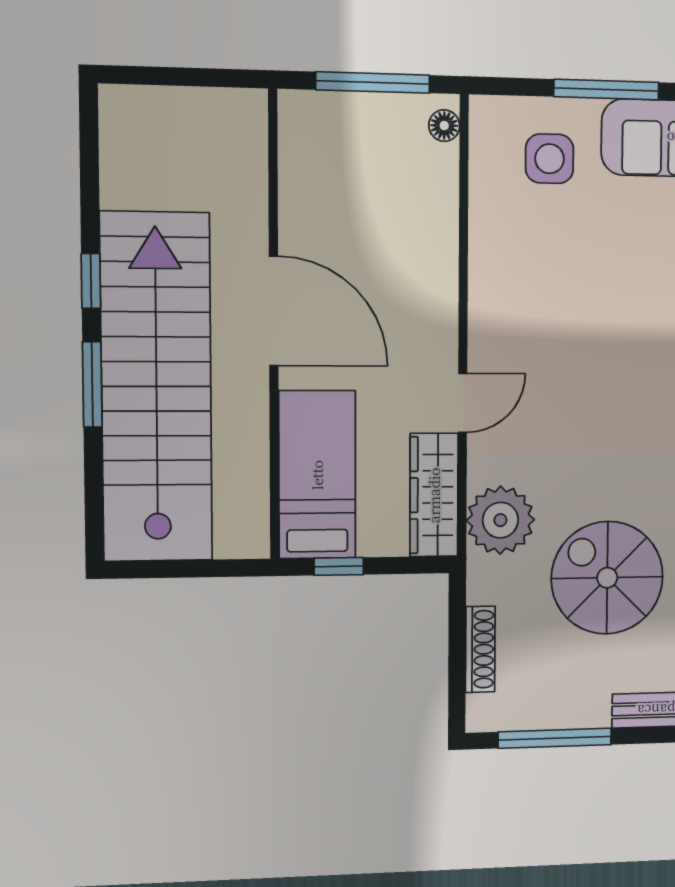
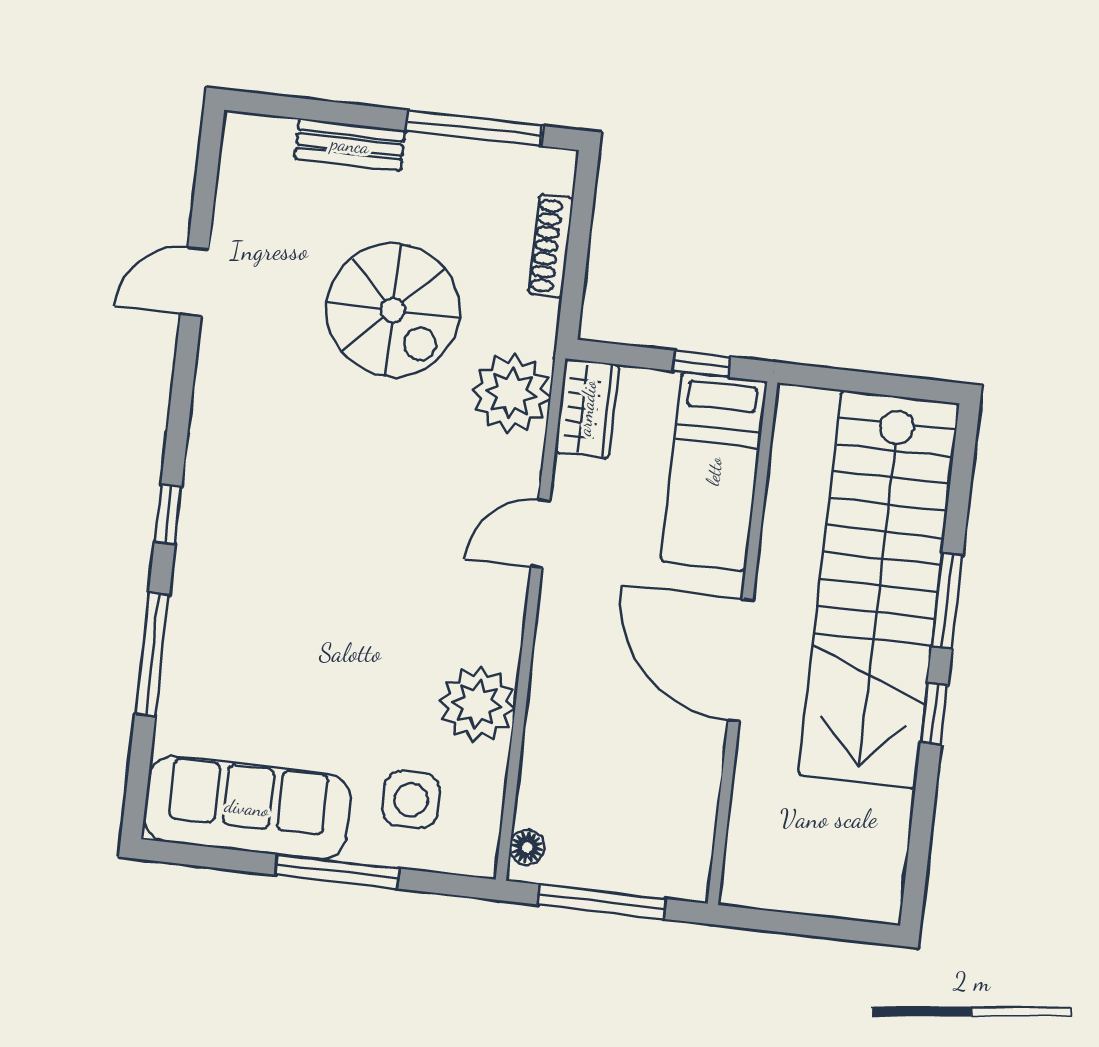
plant: (501, 248) -> (477, 705), added
wardrobe: (434, 495) -> (587, 408), width x0.67

